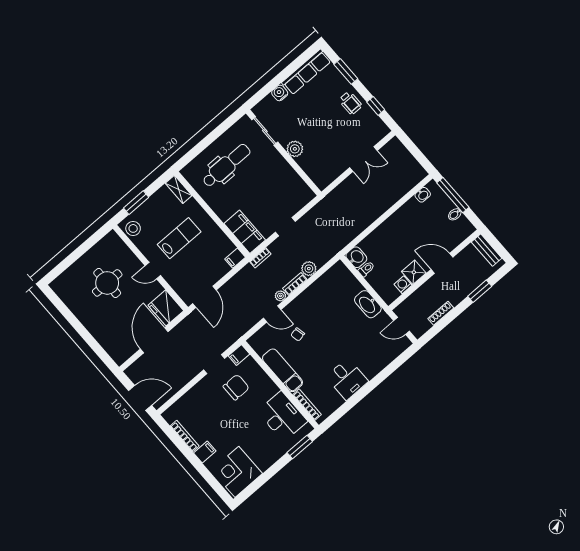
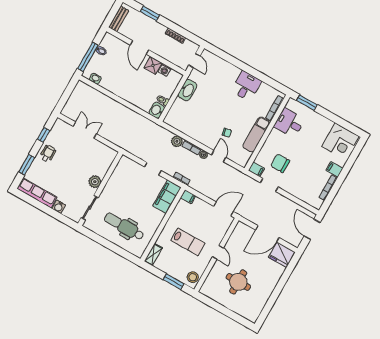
lab bench: (179, 238) -> (188, 242), turned 180
fridge: (166, 308) -> (282, 255), moved, turned 90
desk: (282, 416) -> (289, 123), width x0.73

